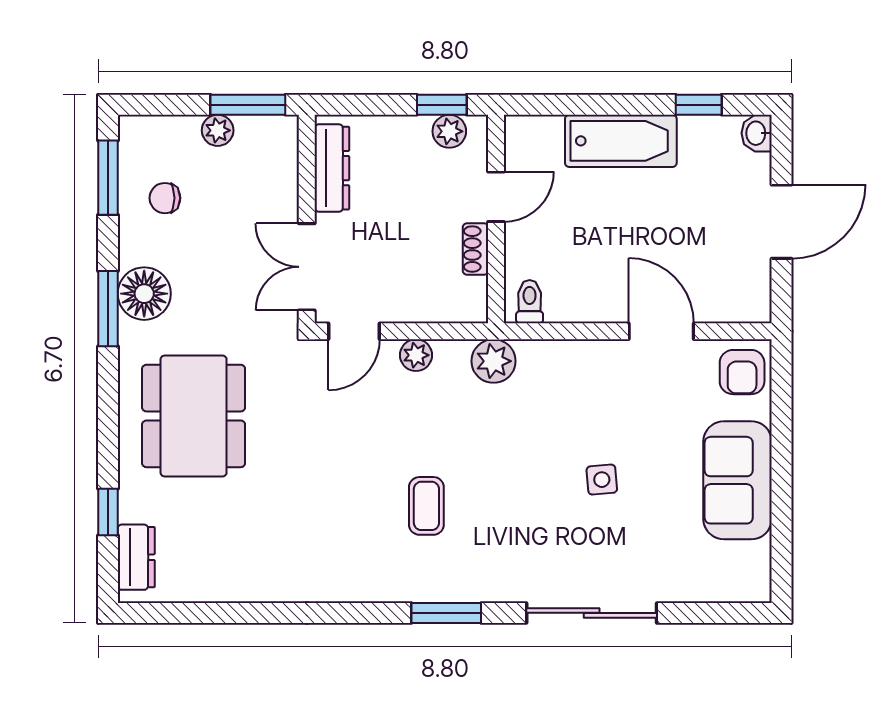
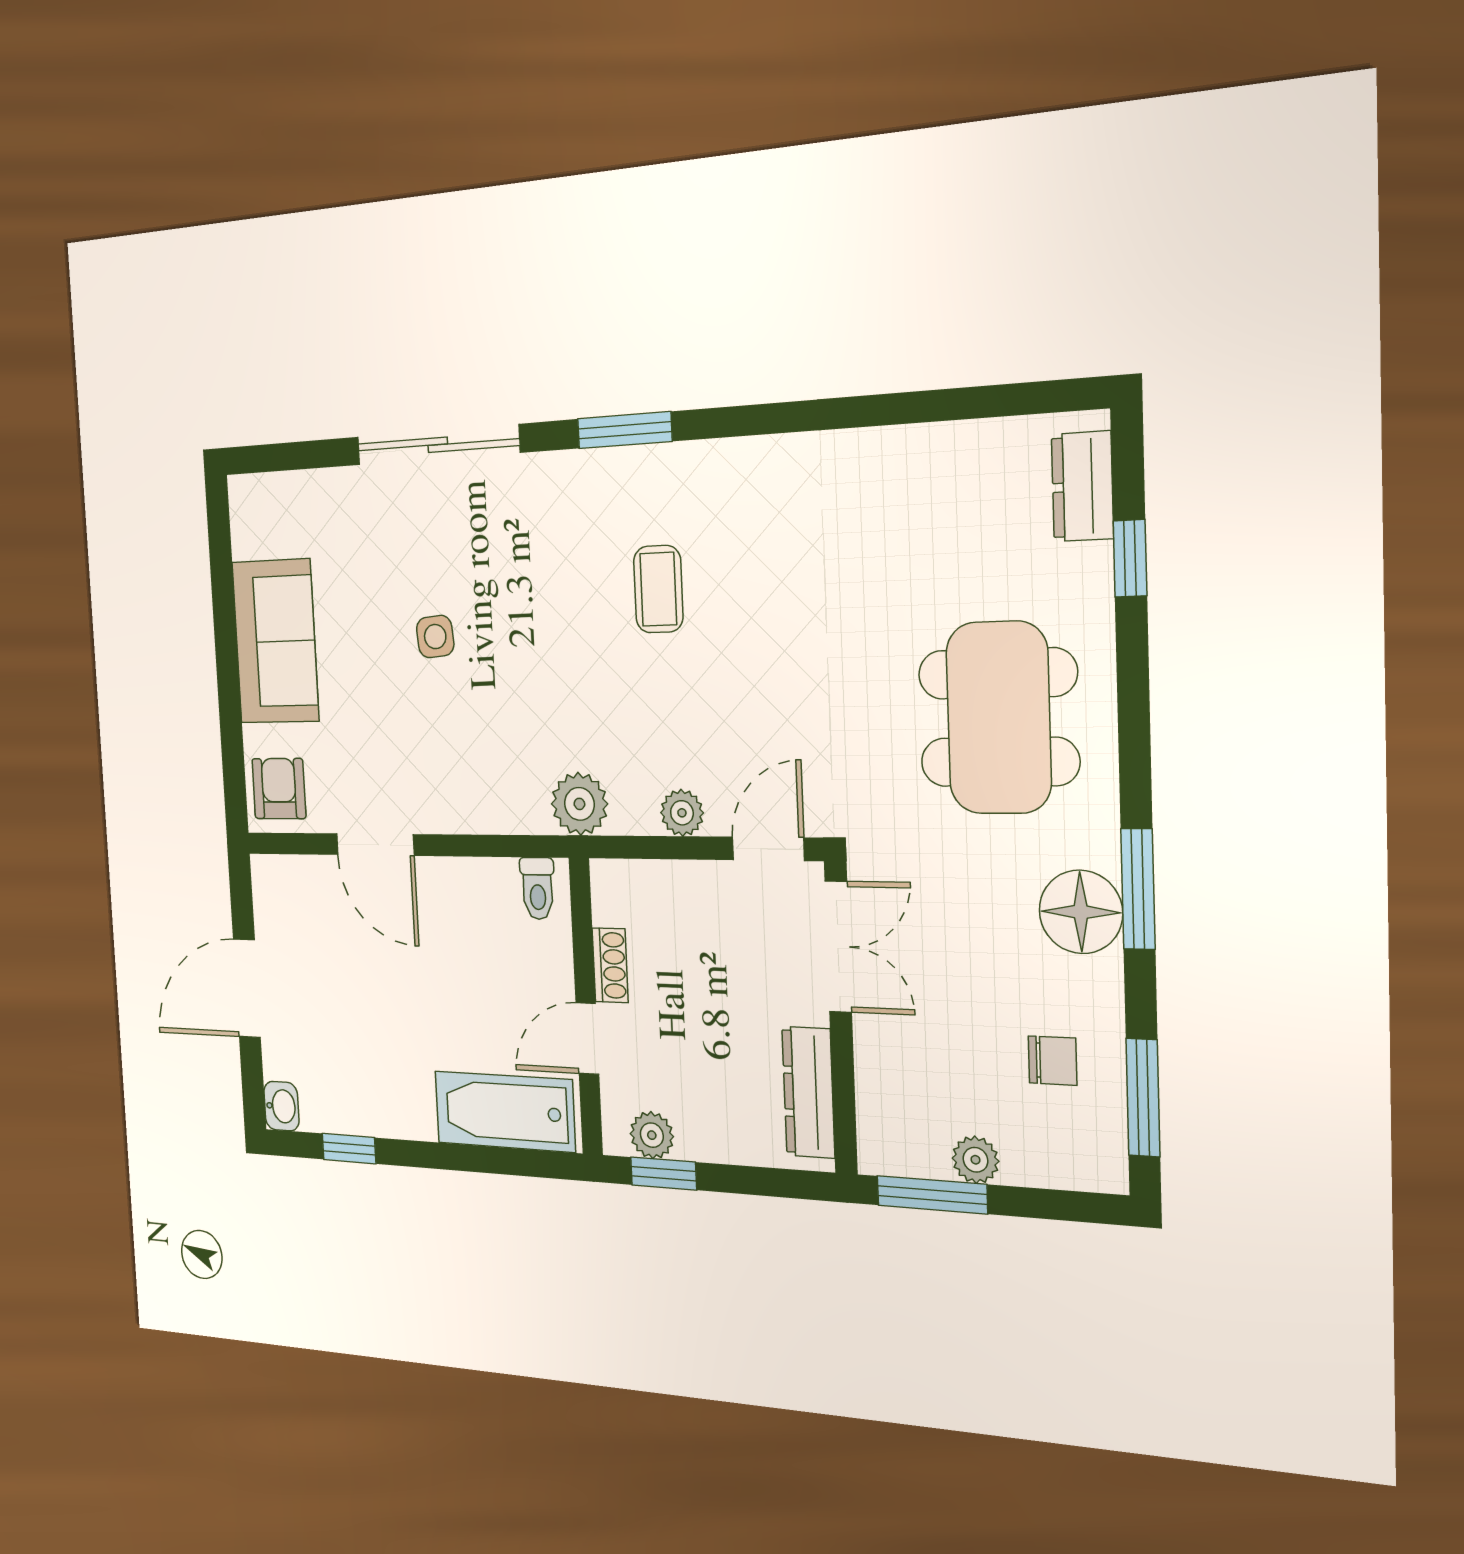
bathtub: (621, 141) -> (505, 1111), moved

